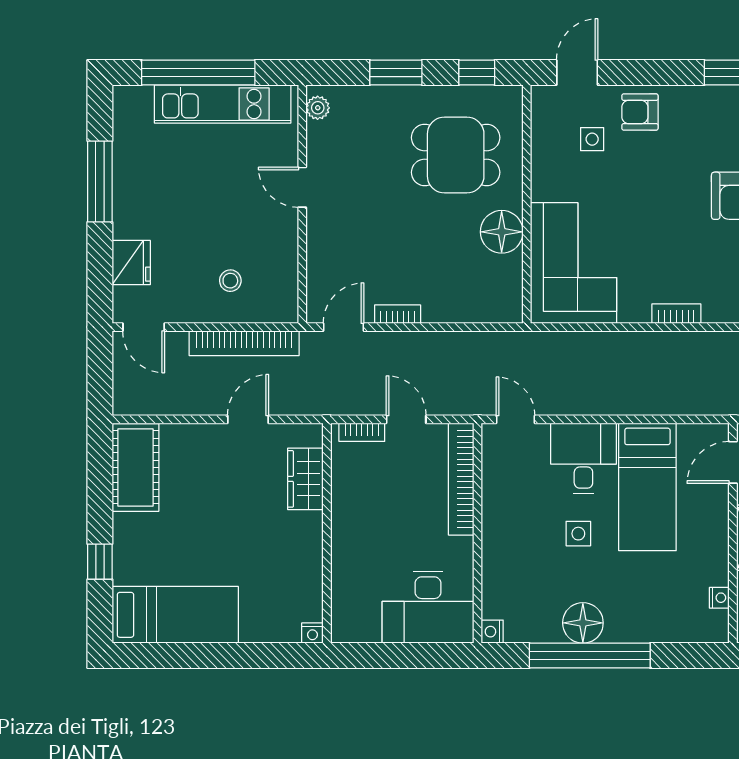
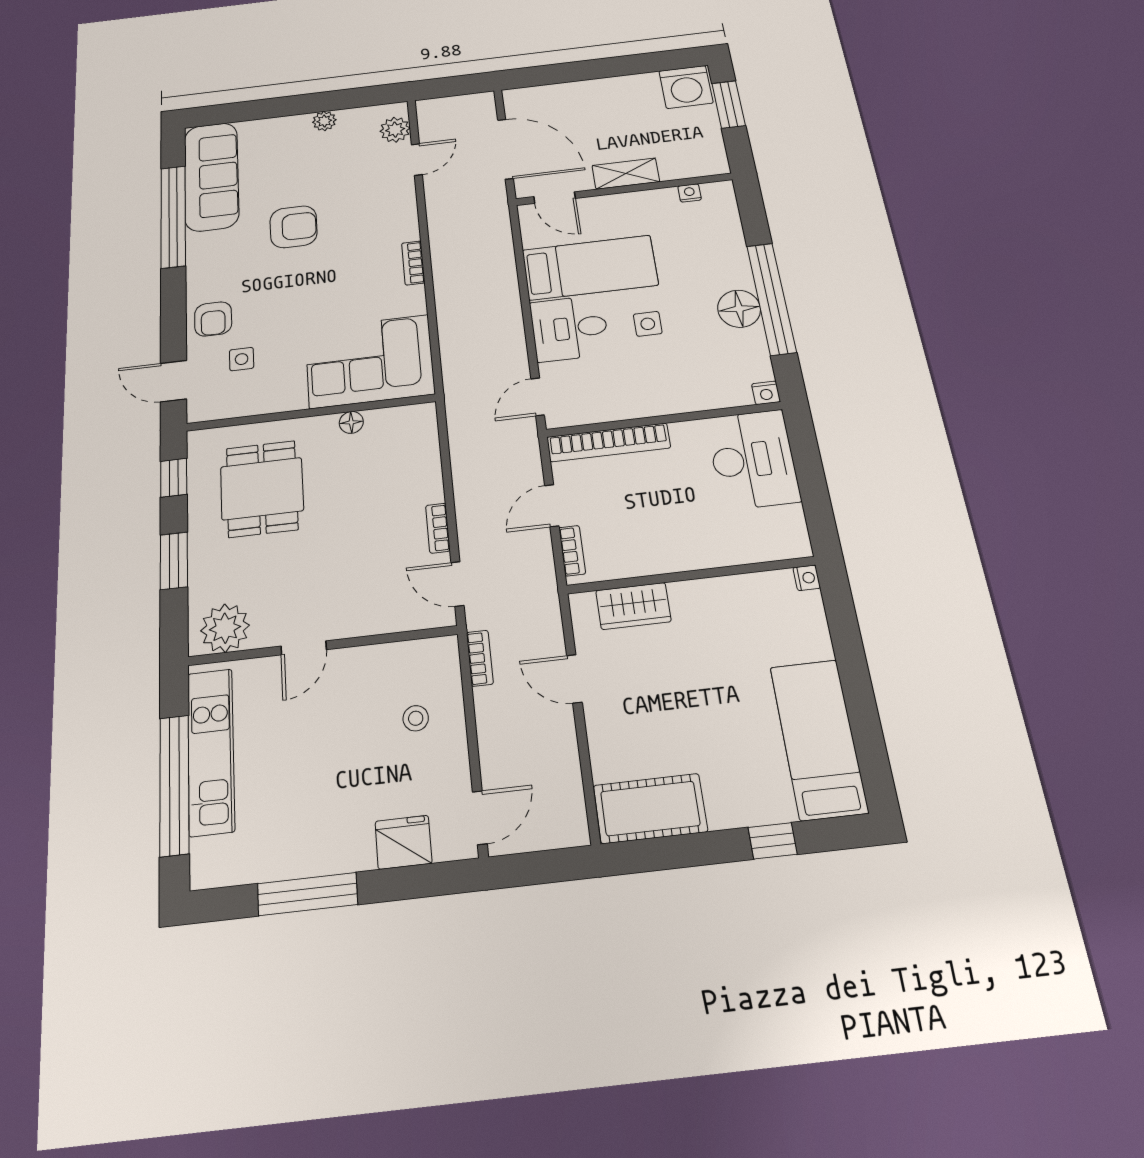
plant: (318, 108) -> (225, 628), width x1.87, depth x1.87
floor lamp: (502, 232) -> (351, 422), width x0.53, depth x0.53
bookcase: (244, 343) -> (480, 658), width x0.43, depth x0.76

